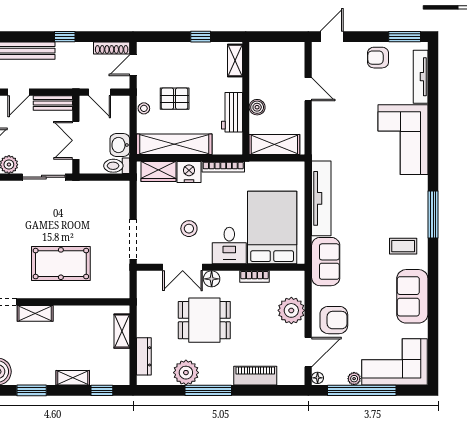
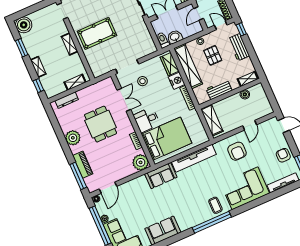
window: (201, 37) -> (241, 29), moved
workbench: (180, 53) -> (239, 47), added
boiler: (257, 107) -> (245, 94), moved
window: (433, 214) -> (212, 222), width x1.46
stool: (189, 229) -> (142, 81), moved
coffee table: (403, 246) -> (215, 205), moved
pool table: (61, 264) -> (97, 33), turned 90
double door: (183, 267) -> (124, 100), swing flipped
floor lamp: (212, 279) -> (124, 118), removed
plant: (291, 310) -> (141, 162), moved
shelving: (35, 313) -> (70, 44), moved
armchair: (334, 320) -> (237, 151), moved
door: (308, 352) -> (108, 188), hinge flipped
plant: (186, 373) -> (73, 138), moved
window: (208, 390) -> (78, 176), moved

